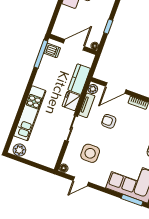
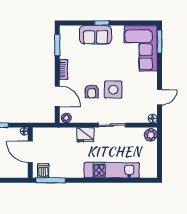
kitchen counter: (79, 79) -> (62, 135), removed
tv unit: (87, 105) -> (84, 118), removed
plant: (19, 150) -> (151, 135), moved
side table: (90, 153) -> (113, 90), moved
door: (81, 181) -> (159, 97), hinge flipped

